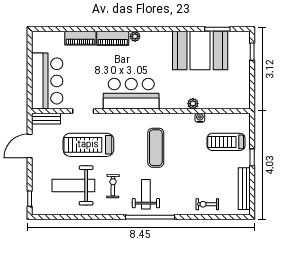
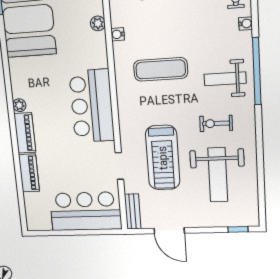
water cooler: (200, 118) -> (118, 34), moved
water cooler: (185, 210) -> (246, 24), added

